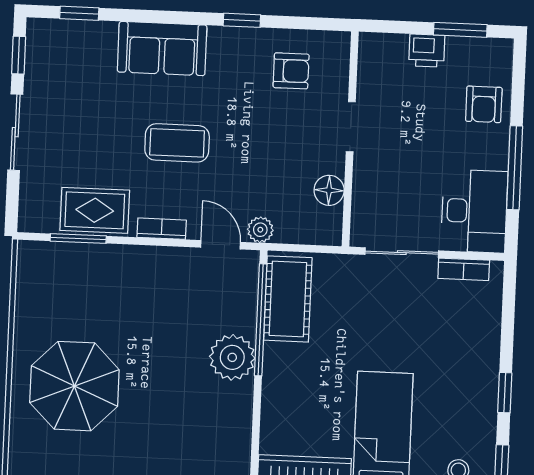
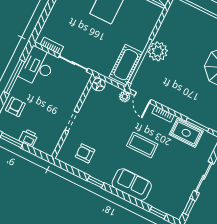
floor lamp: (329, 190) -> (99, 85), moved

